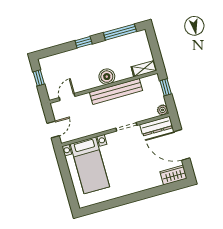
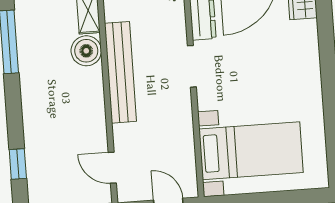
window: (84, 42) -> (18, 164), moved
boiler: (107, 77) -> (86, 51), moved

